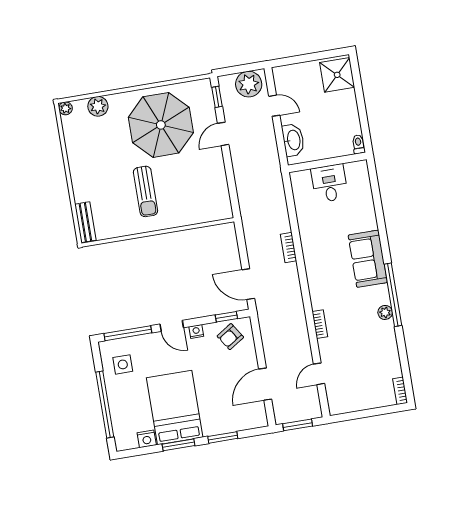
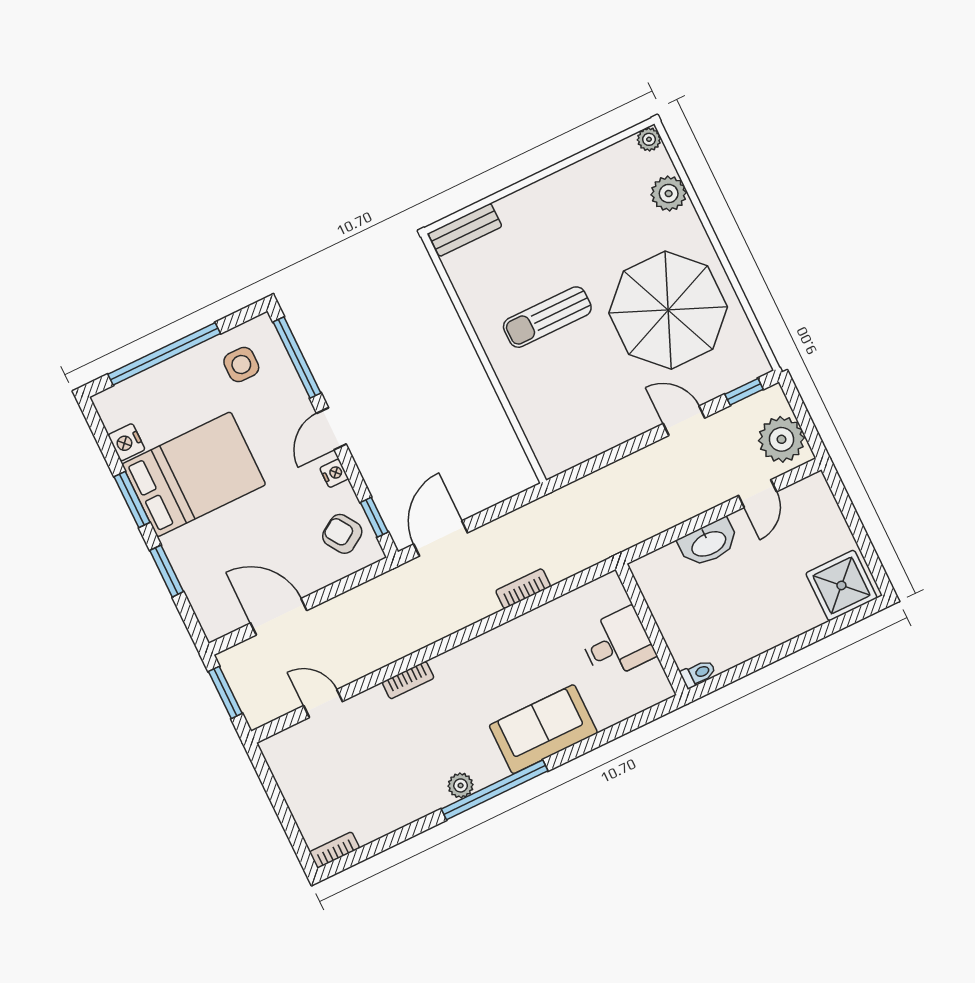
toilet: (358, 144) -> (698, 673), moved
wall: (327, 162) -> (652, 629), moved
desk: (329, 183) -> (617, 644), moved

